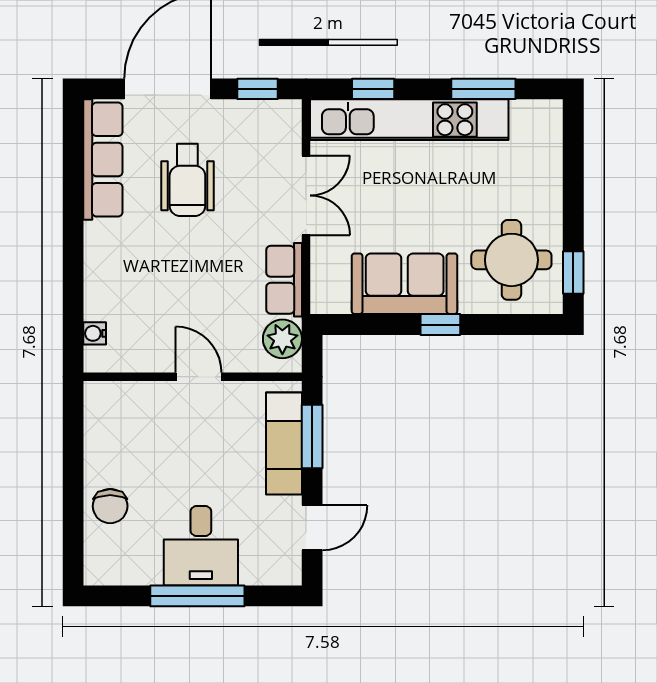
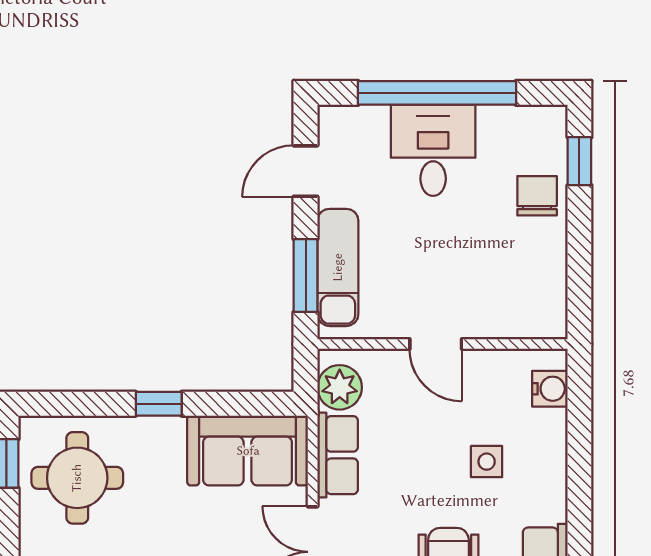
side table: (154, 274) -> (487, 462), added
sofa: (405, 284) -> (248, 451), moved
water cooler: (95, 333) -> (550, 389), width x1.38, depth x1.38
window: (73, 536) -> (579, 161), added
window: (197, 596) -> (437, 93), width x1.46

